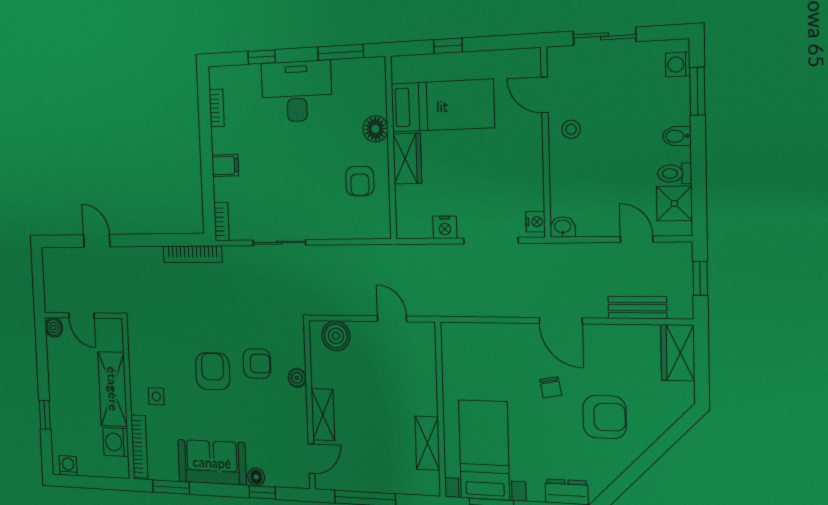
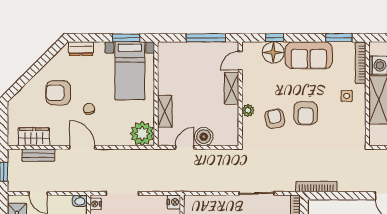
nightstand: (445, 227) -> (174, 202), moved, turned 90
door: (392, 319) -> (185, 147), swing flipped
boiler: (336, 336) -> (204, 137), moved
plant: (461, 343) -> (142, 134), added
wardrobe: (678, 353) -> (34, 137), moved, turned -90
armchair: (257, 364) -> (275, 119), turned 79
shelving: (427, 443) -> (165, 111), moved
floor lamp: (256, 477) -> (273, 52), width x1.89, depth x1.89

